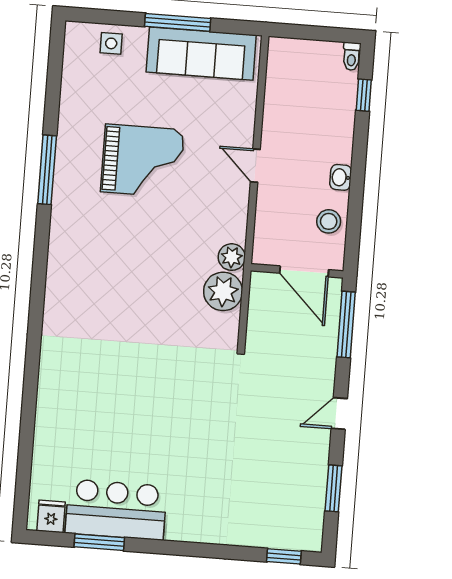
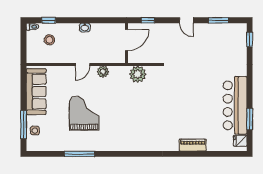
window: (178, 22) -> (24, 125), moved
window: (47, 170) -> (79, 154), moved
stool: (329, 221) -> (49, 40), moved
plant: (232, 257) -> (103, 72), moved
window: (346, 325) -> (148, 20), width x0.46
piano: (50, 406) -> (193, 145), added
bar counter: (116, 510) -> (235, 105), width x1.36

